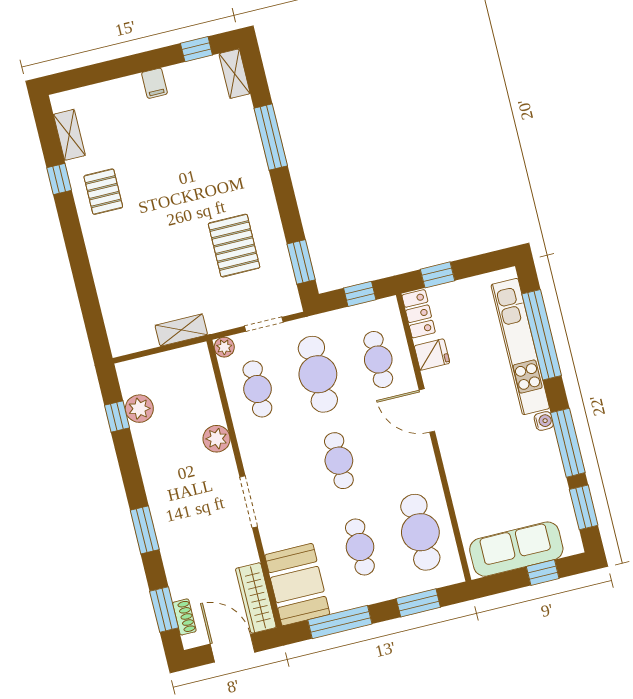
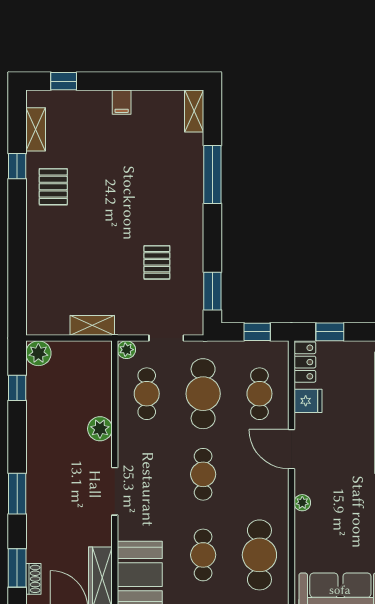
window: (196, 49) -> (64, 81), moved
pallet: (234, 246) -> (157, 262), width x0.67, depth x0.71
plant: (139, 409) -> (38, 353), moved
plant: (453, 465) -> (302, 503), added

